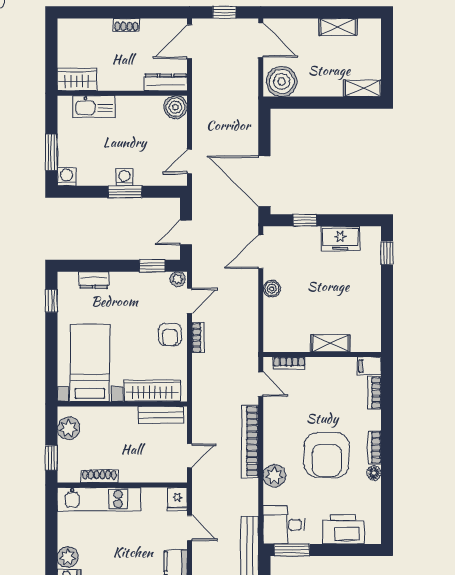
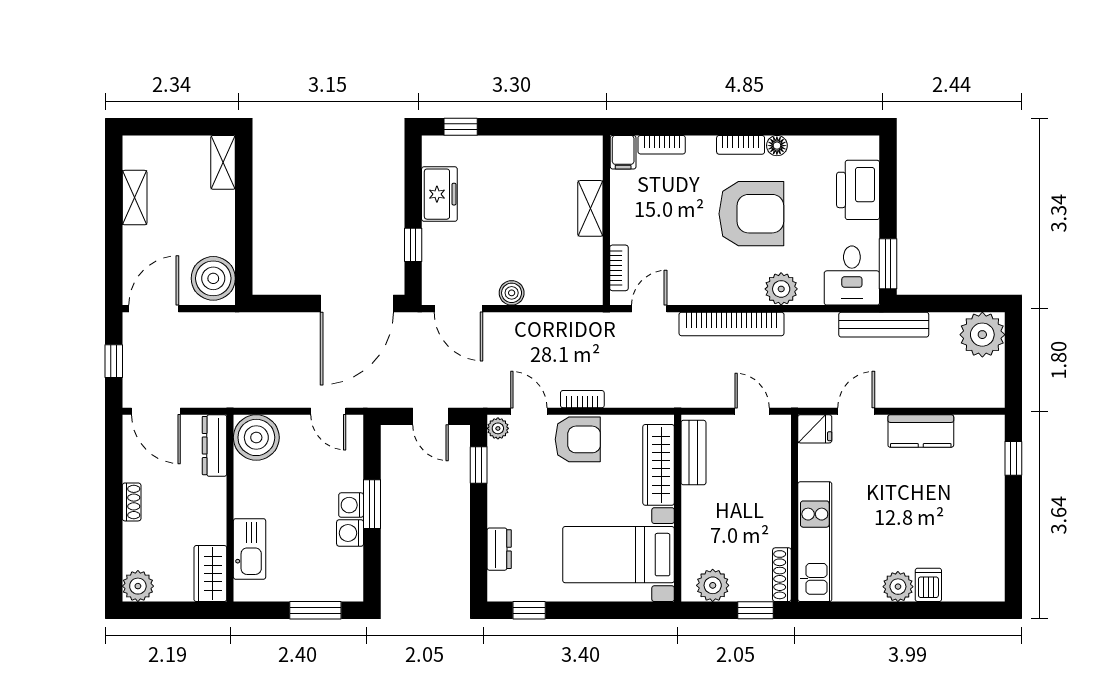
plant: (68, 29) -> (138, 586), added
boiler: (176, 107) -> (256, 437), width x1.37, depth x1.37
washing machine: (67, 177) -> (350, 533), moved
armchair: (170, 335) -> (578, 439), width x1.38, depth x1.38
shoe rack: (99, 476) -> (782, 575), moved

